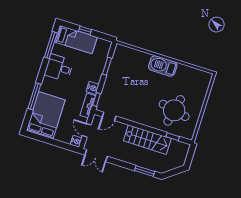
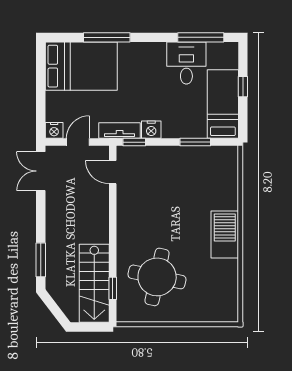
bed: (76, 40) -> (223, 104), moved, turned 180
desk: (59, 68) -> (186, 63), moved
stairs: (147, 140) -> (94, 283), moved

